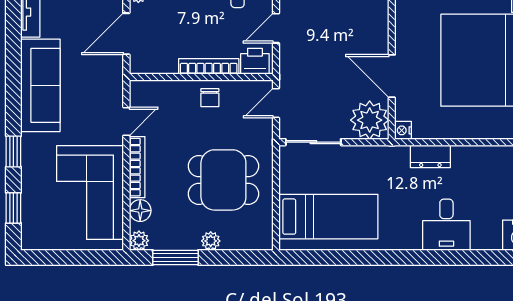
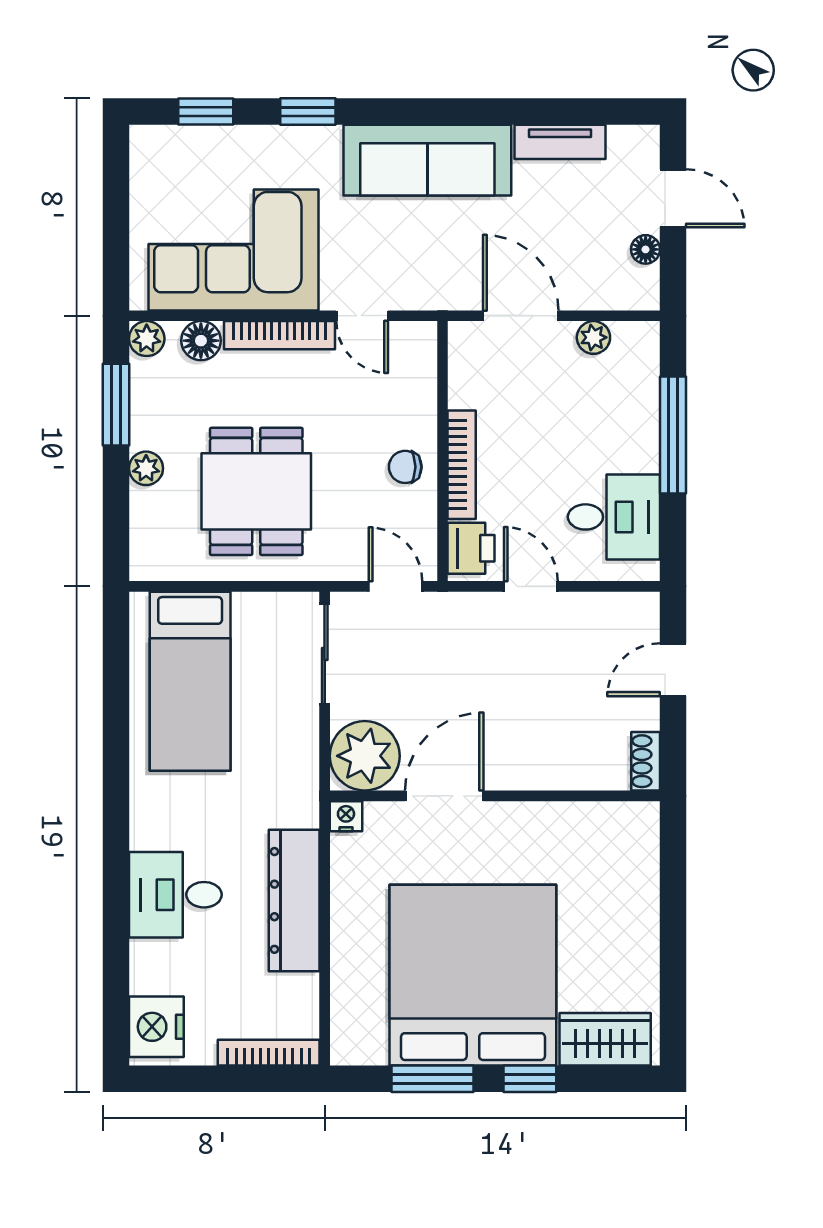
dresser: (430, 156) -> (294, 900), width x1.96, depth x1.24

